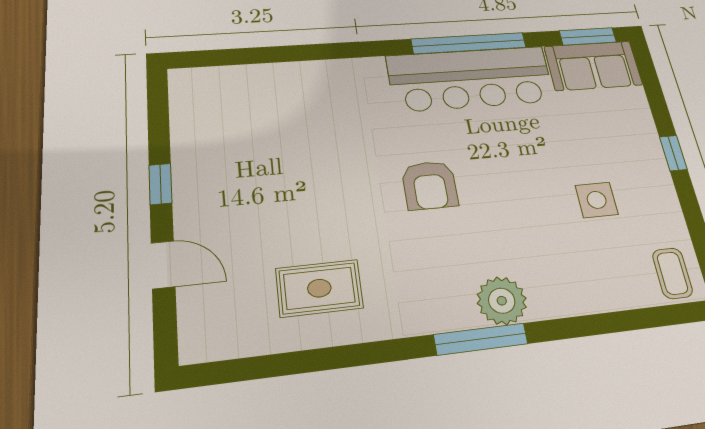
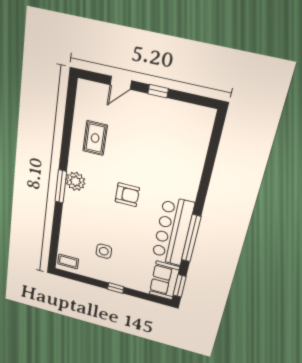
armchair: (430, 185) -> (127, 195), turned 180
plant: (502, 301) -> (75, 181), moved

